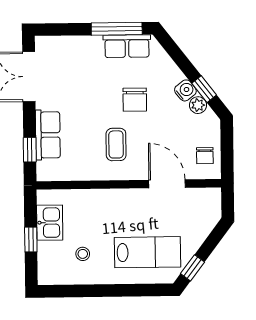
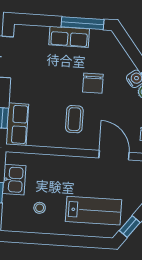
row of seats: (127, 46) -> (69, 37), moved
row of seats: (48, 135) -> (17, 124), moved

